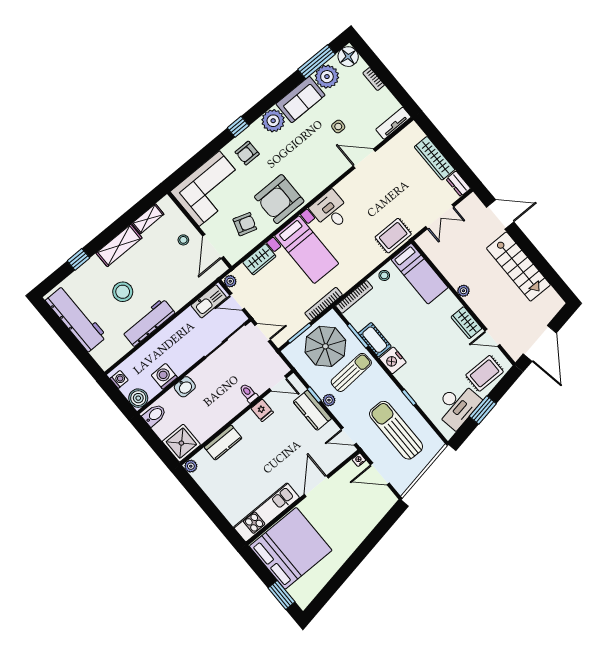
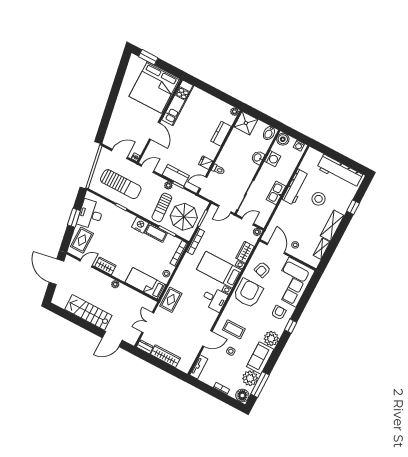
coffee table: (321, 156) -> (234, 329), added
kitchen sink: (209, 301) -> (276, 193), moved

